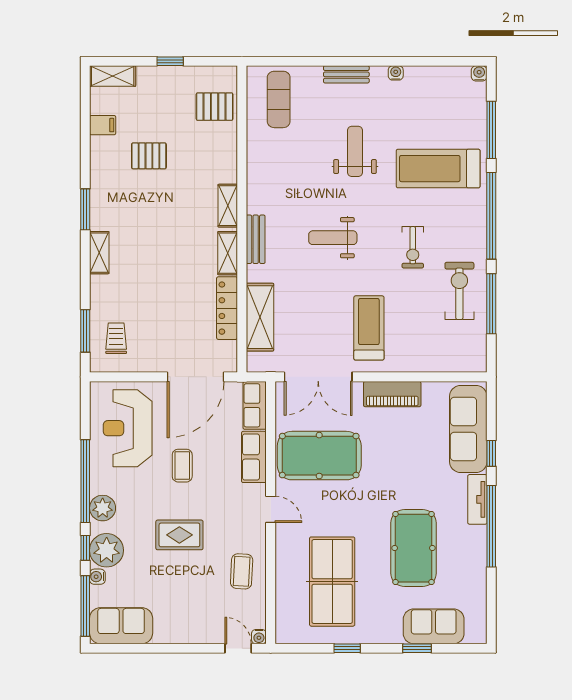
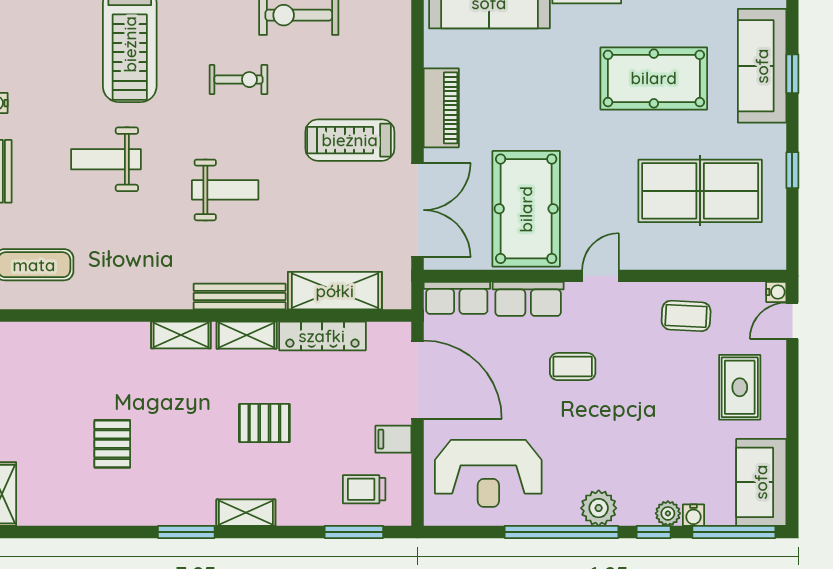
pallet: (215, 107) -> (264, 423), moved, turned 90
filing cabinet: (103, 125) -> (393, 439), moved, turned -90
weight bench: (333, 238) -> (225, 190), turned -90
bench: (256, 239) -> (240, 297), width x1.36
coffee table: (182, 466) -> (573, 367), moved
rug: (179, 535) -> (740, 387), moved
plant: (107, 550) -> (668, 513), width x0.53, depth x0.53
sofa: (434, 626) -> (762, 66), width x1.36

